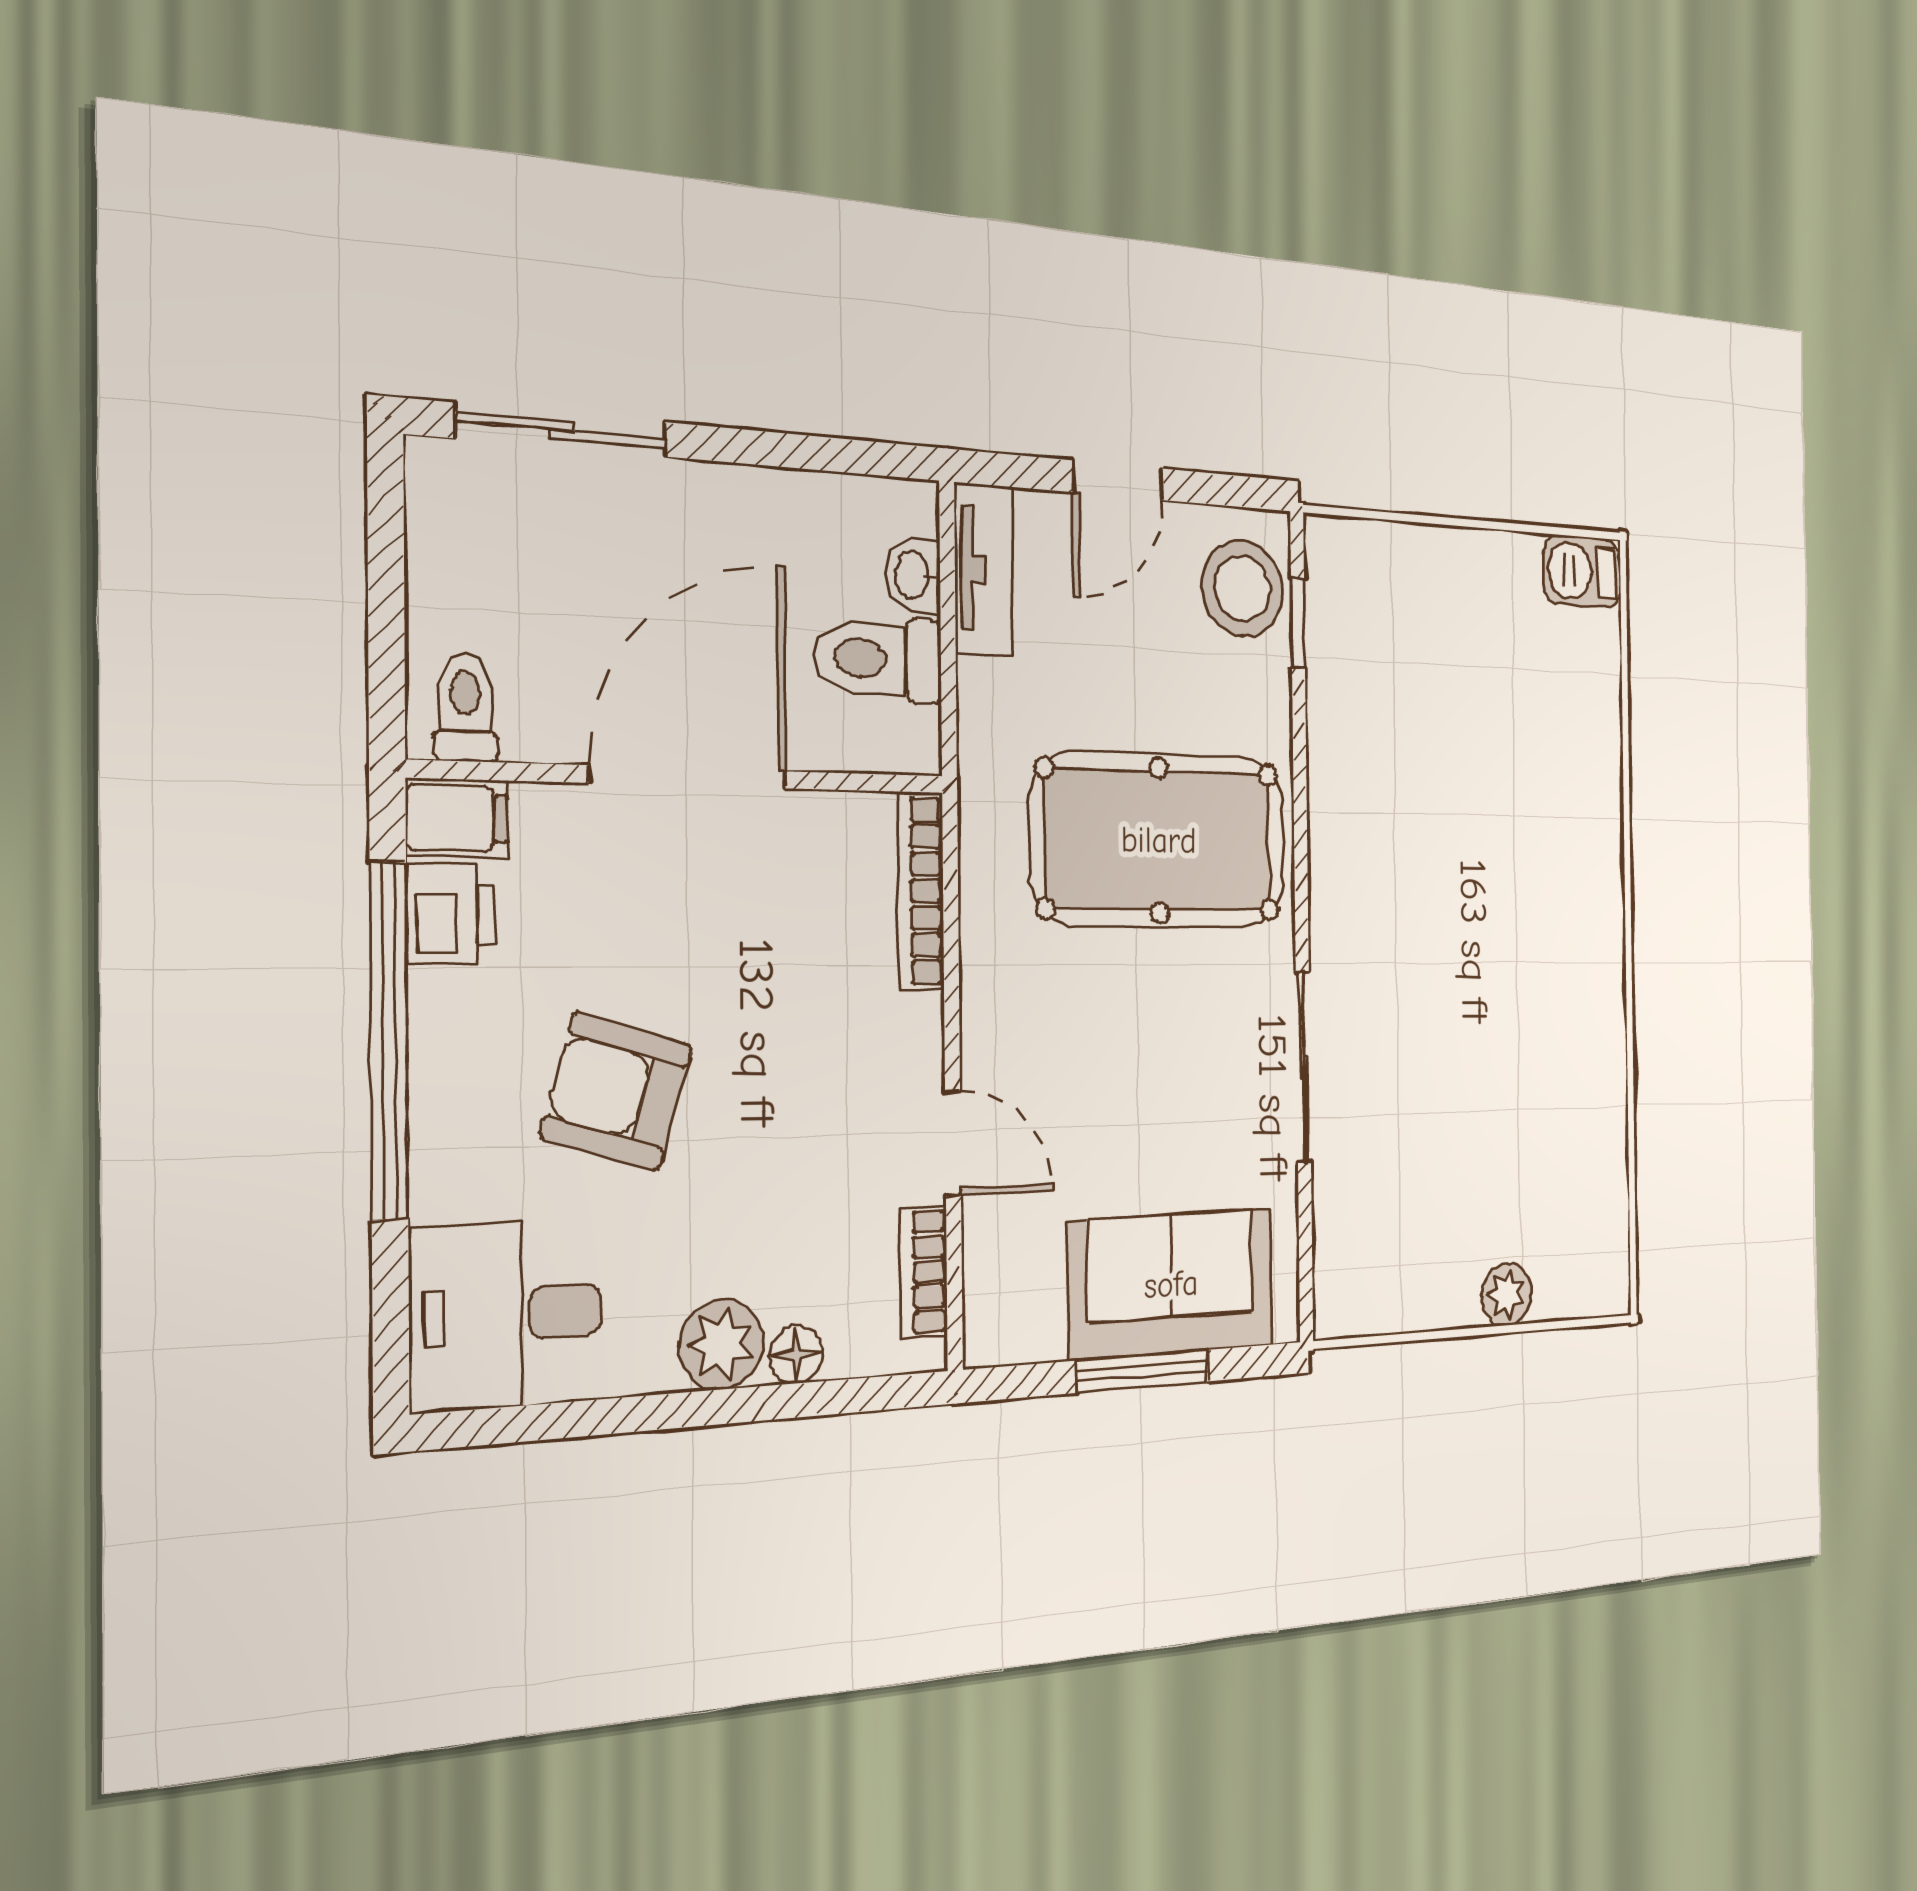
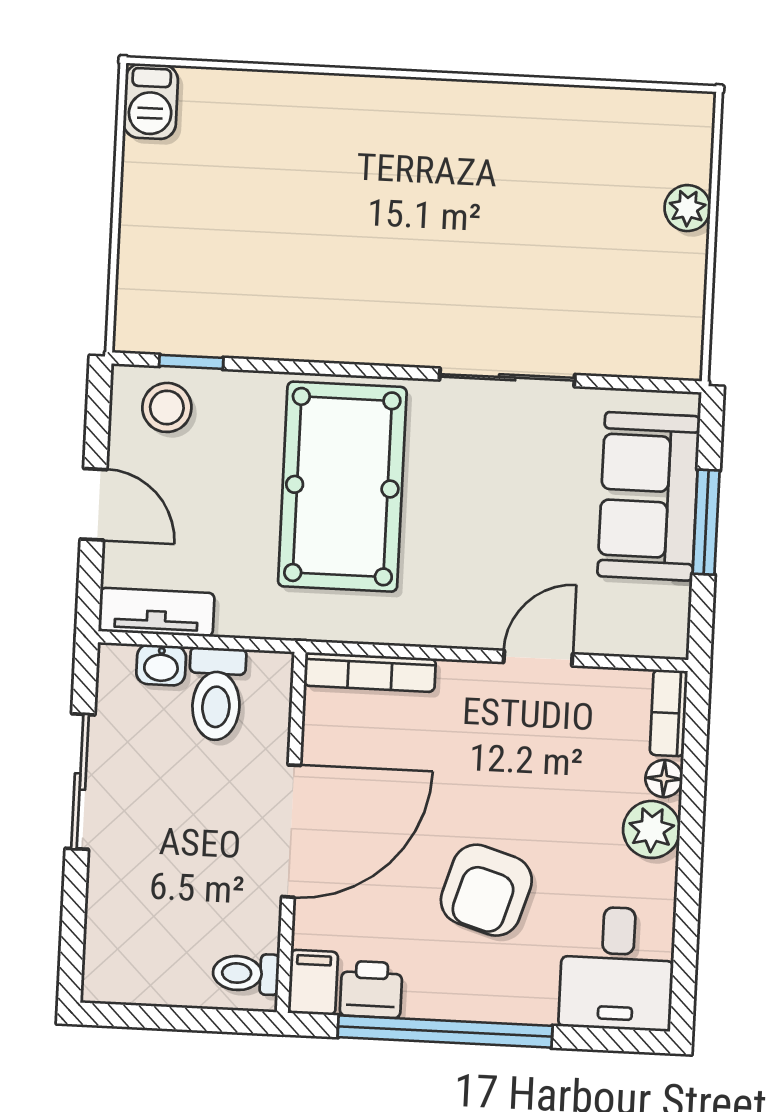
sliding door: (562, 430) -> (80, 782), moved
stool: (1242, 588) -> (167, 407), width x0.73, depth x0.73
door: (689, 777) -> (291, 831), swing flipped
bookcase: (924, 1272) -> (669, 713), moved, turned 90

